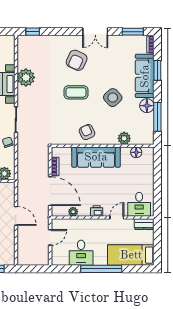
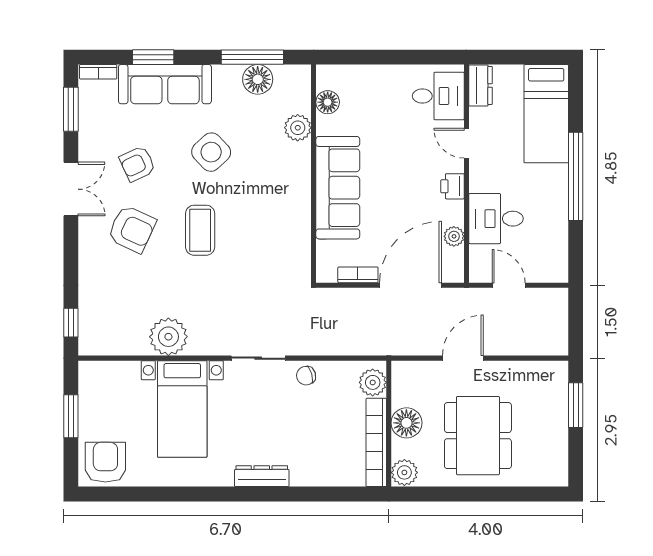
floor lamp: (147, 106) -> (258, 79), moved
armchair: (87, 132) -> (137, 164), moved
desk: (81, 253) -> (496, 219), moved, turned 180

